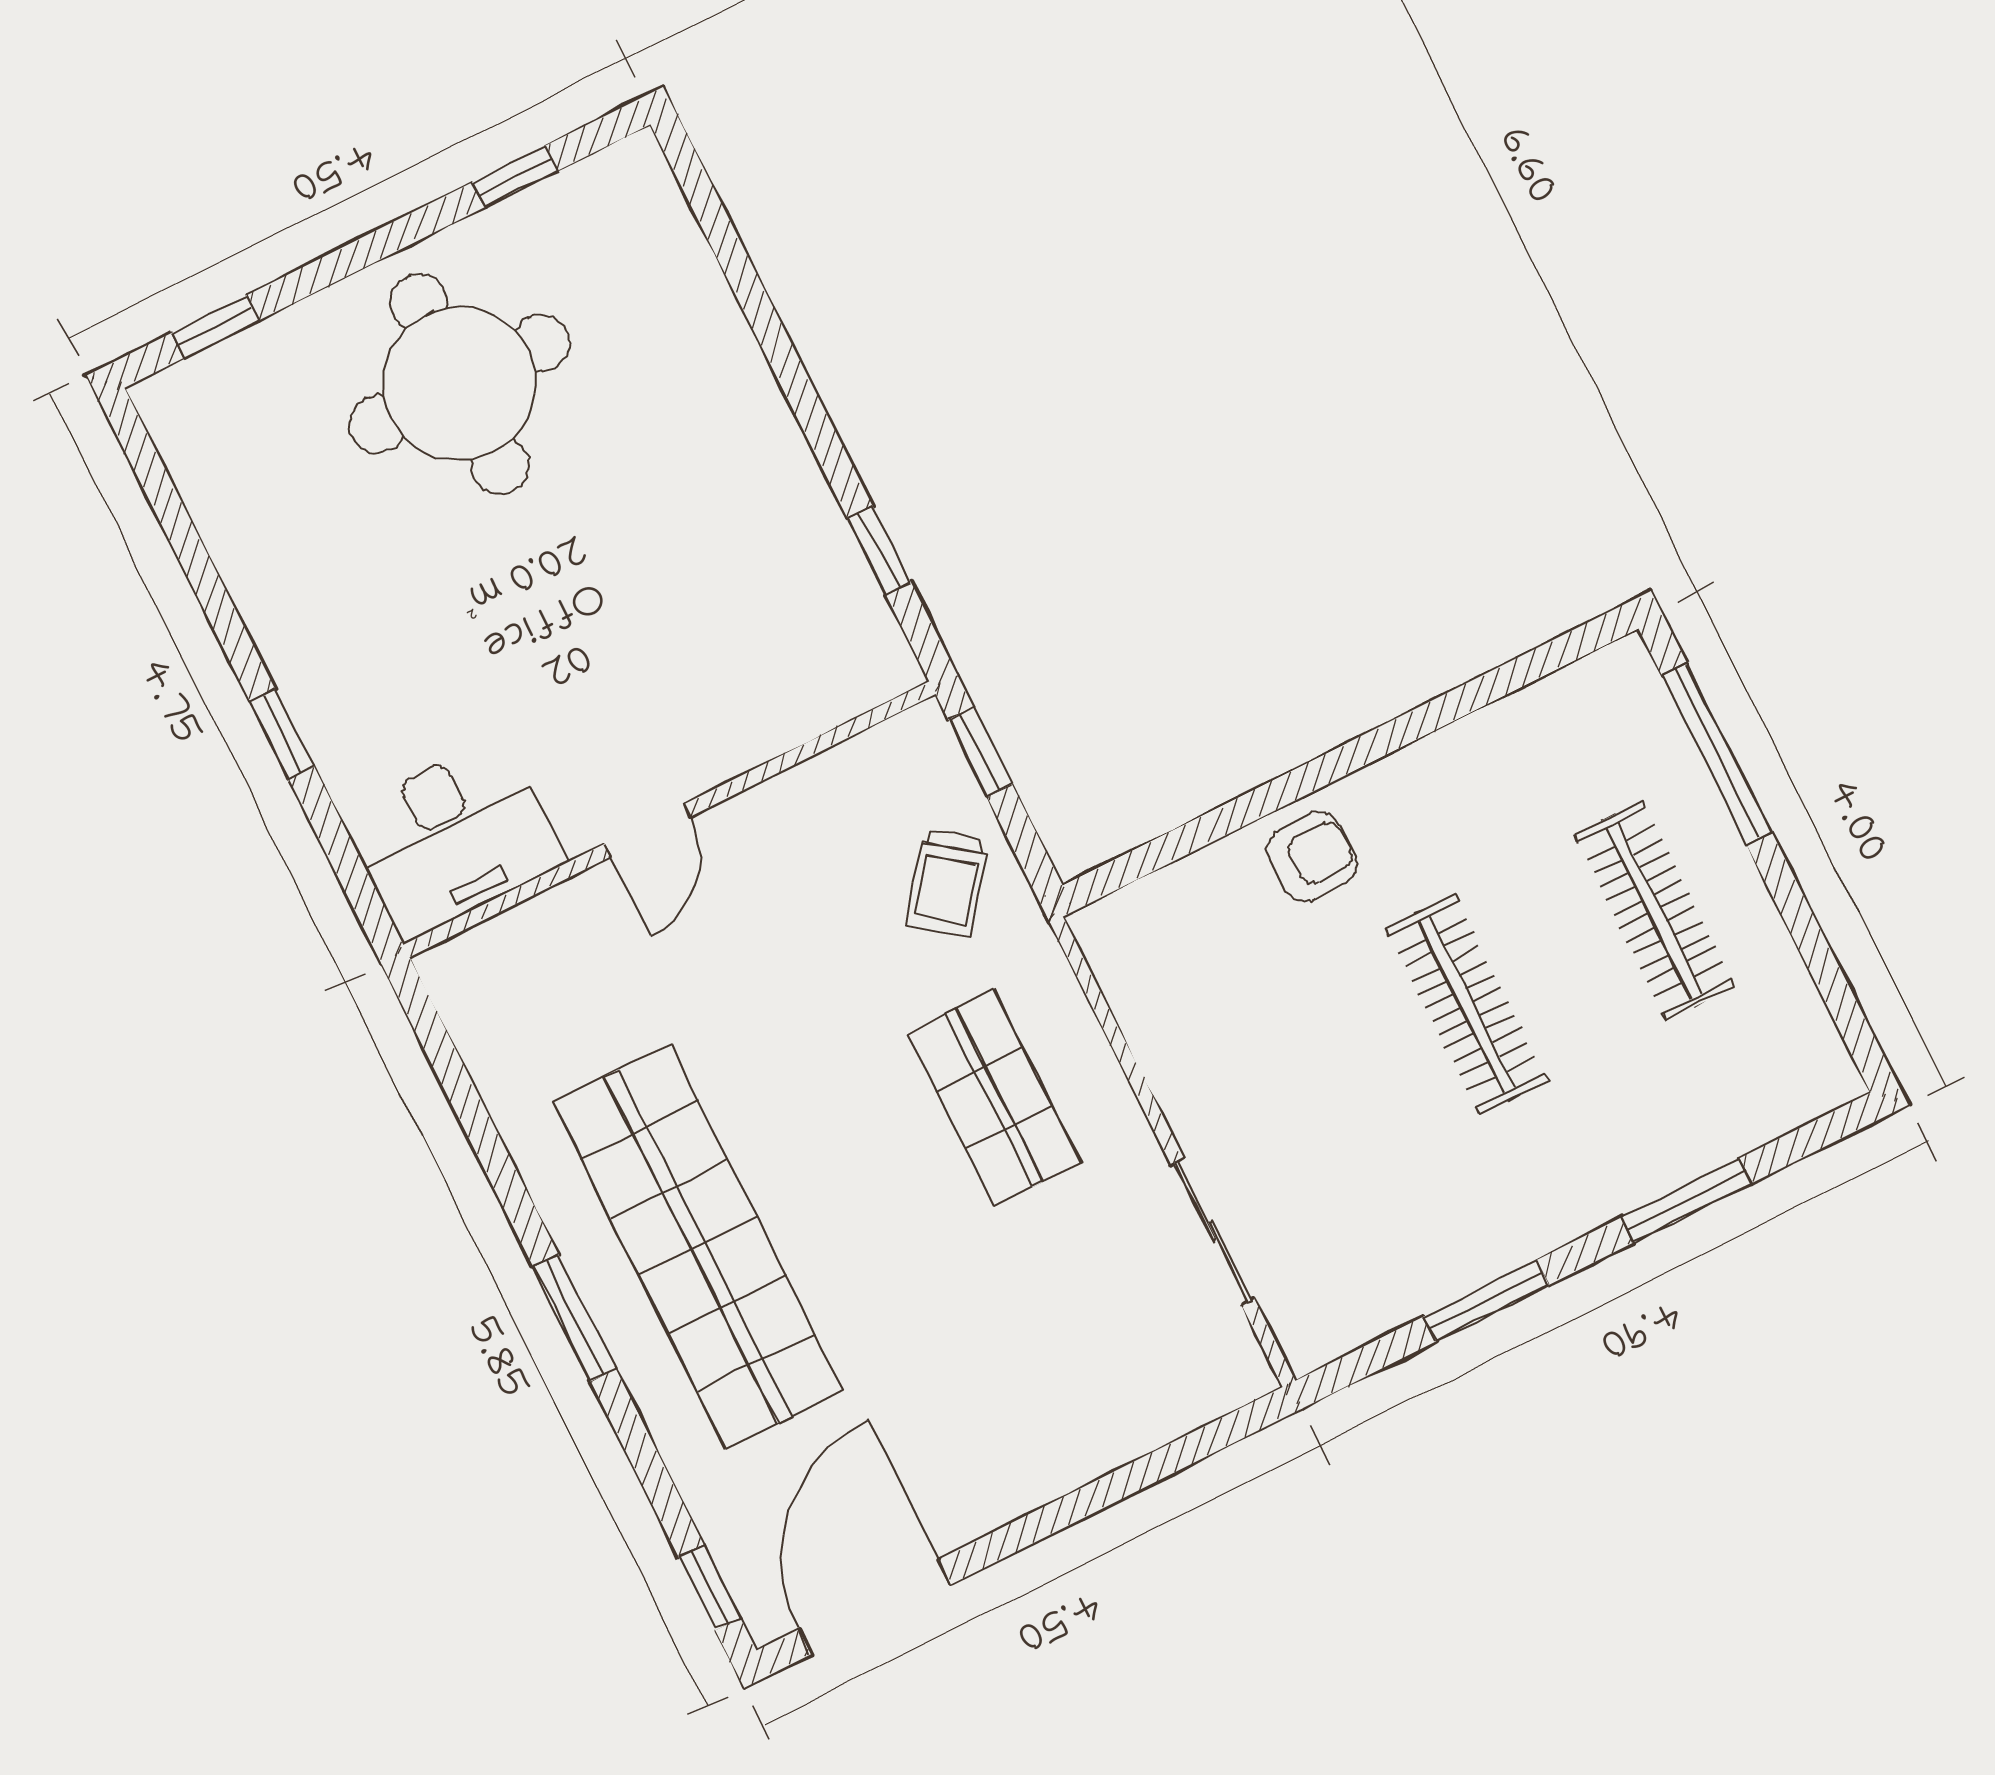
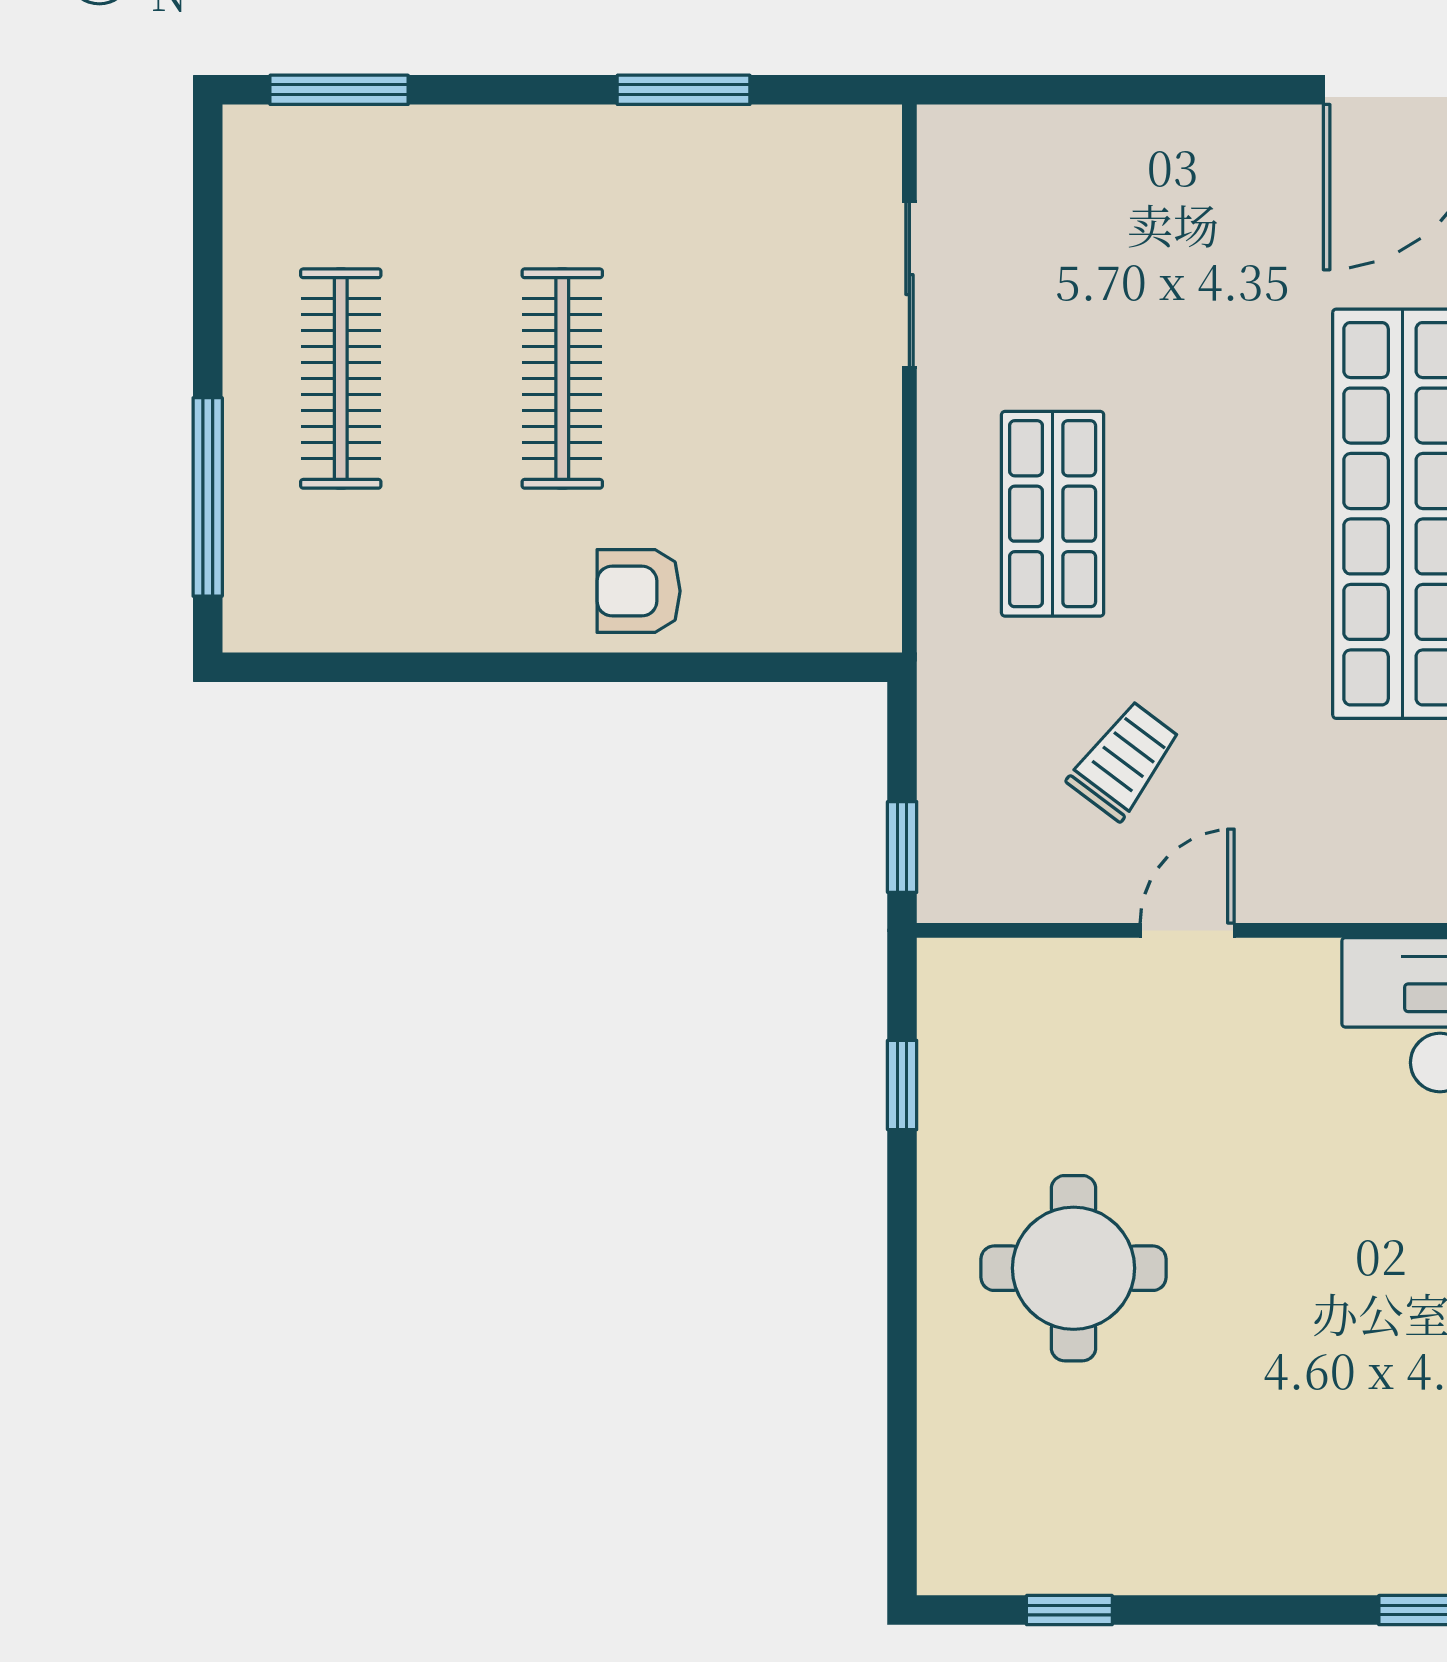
round table: (459, 384) -> (1074, 1268), moved, width x0.73, depth x0.73
door: (648, 830) -> (1187, 930), moved
trolley: (947, 883) -> (1124, 760), moved
window: (1686, 1201) -> (339, 90), moved

